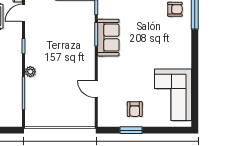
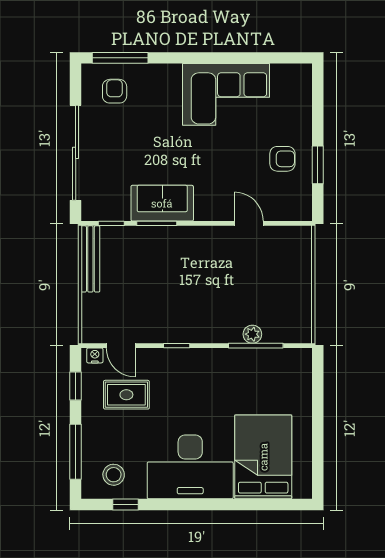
plant: (30, 72) -> (252, 334), moved
door: (96, 89) -> (249, 223), swing flipped
corner sofa: (173, 95) -> (226, 94), moved

